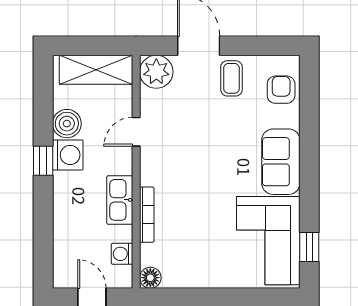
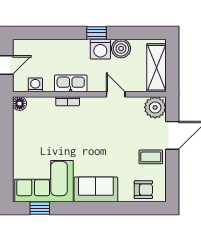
bookcase: (147, 215) -> (68, 101), width x0.64

